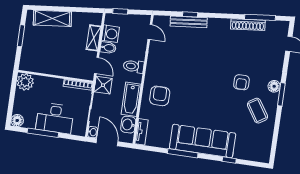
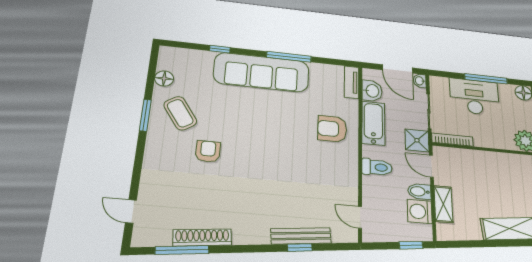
floor lamp: (274, 86) -> (164, 78), moved
window: (281, 94) -> (145, 115), moved
armchair: (160, 96) -> (332, 129), turned 90

